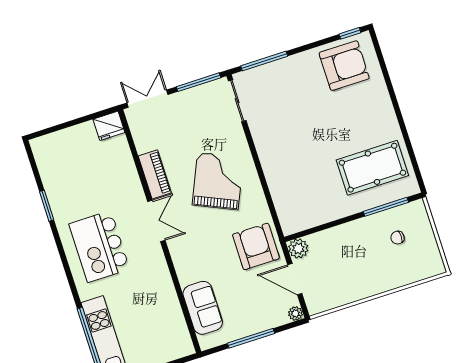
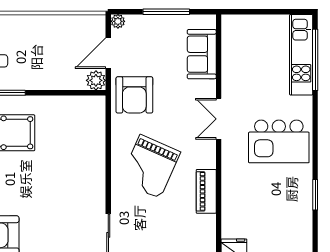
double door: (156, 221) -> (219, 119), moved
kitchen island: (99, 247) -> (279, 141), turned 90
door: (295, 279) -> (108, 53), swing flipped

